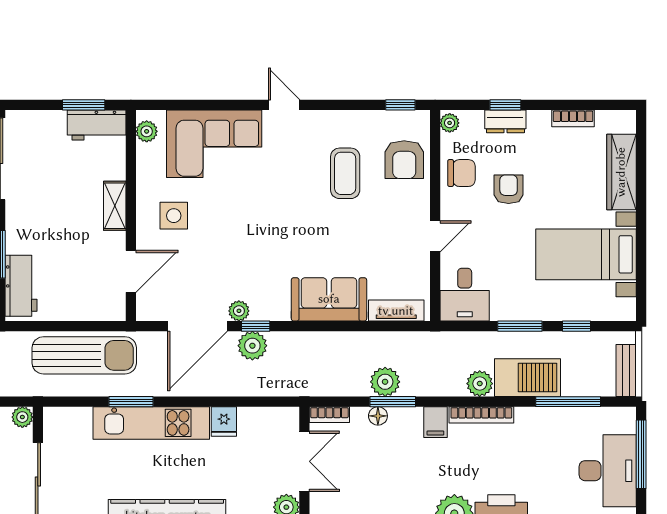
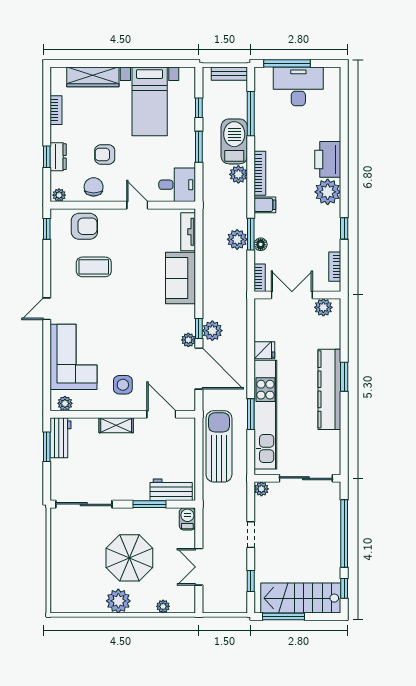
kitchen unit: (151, 423) -> (265, 415), width x1.36

